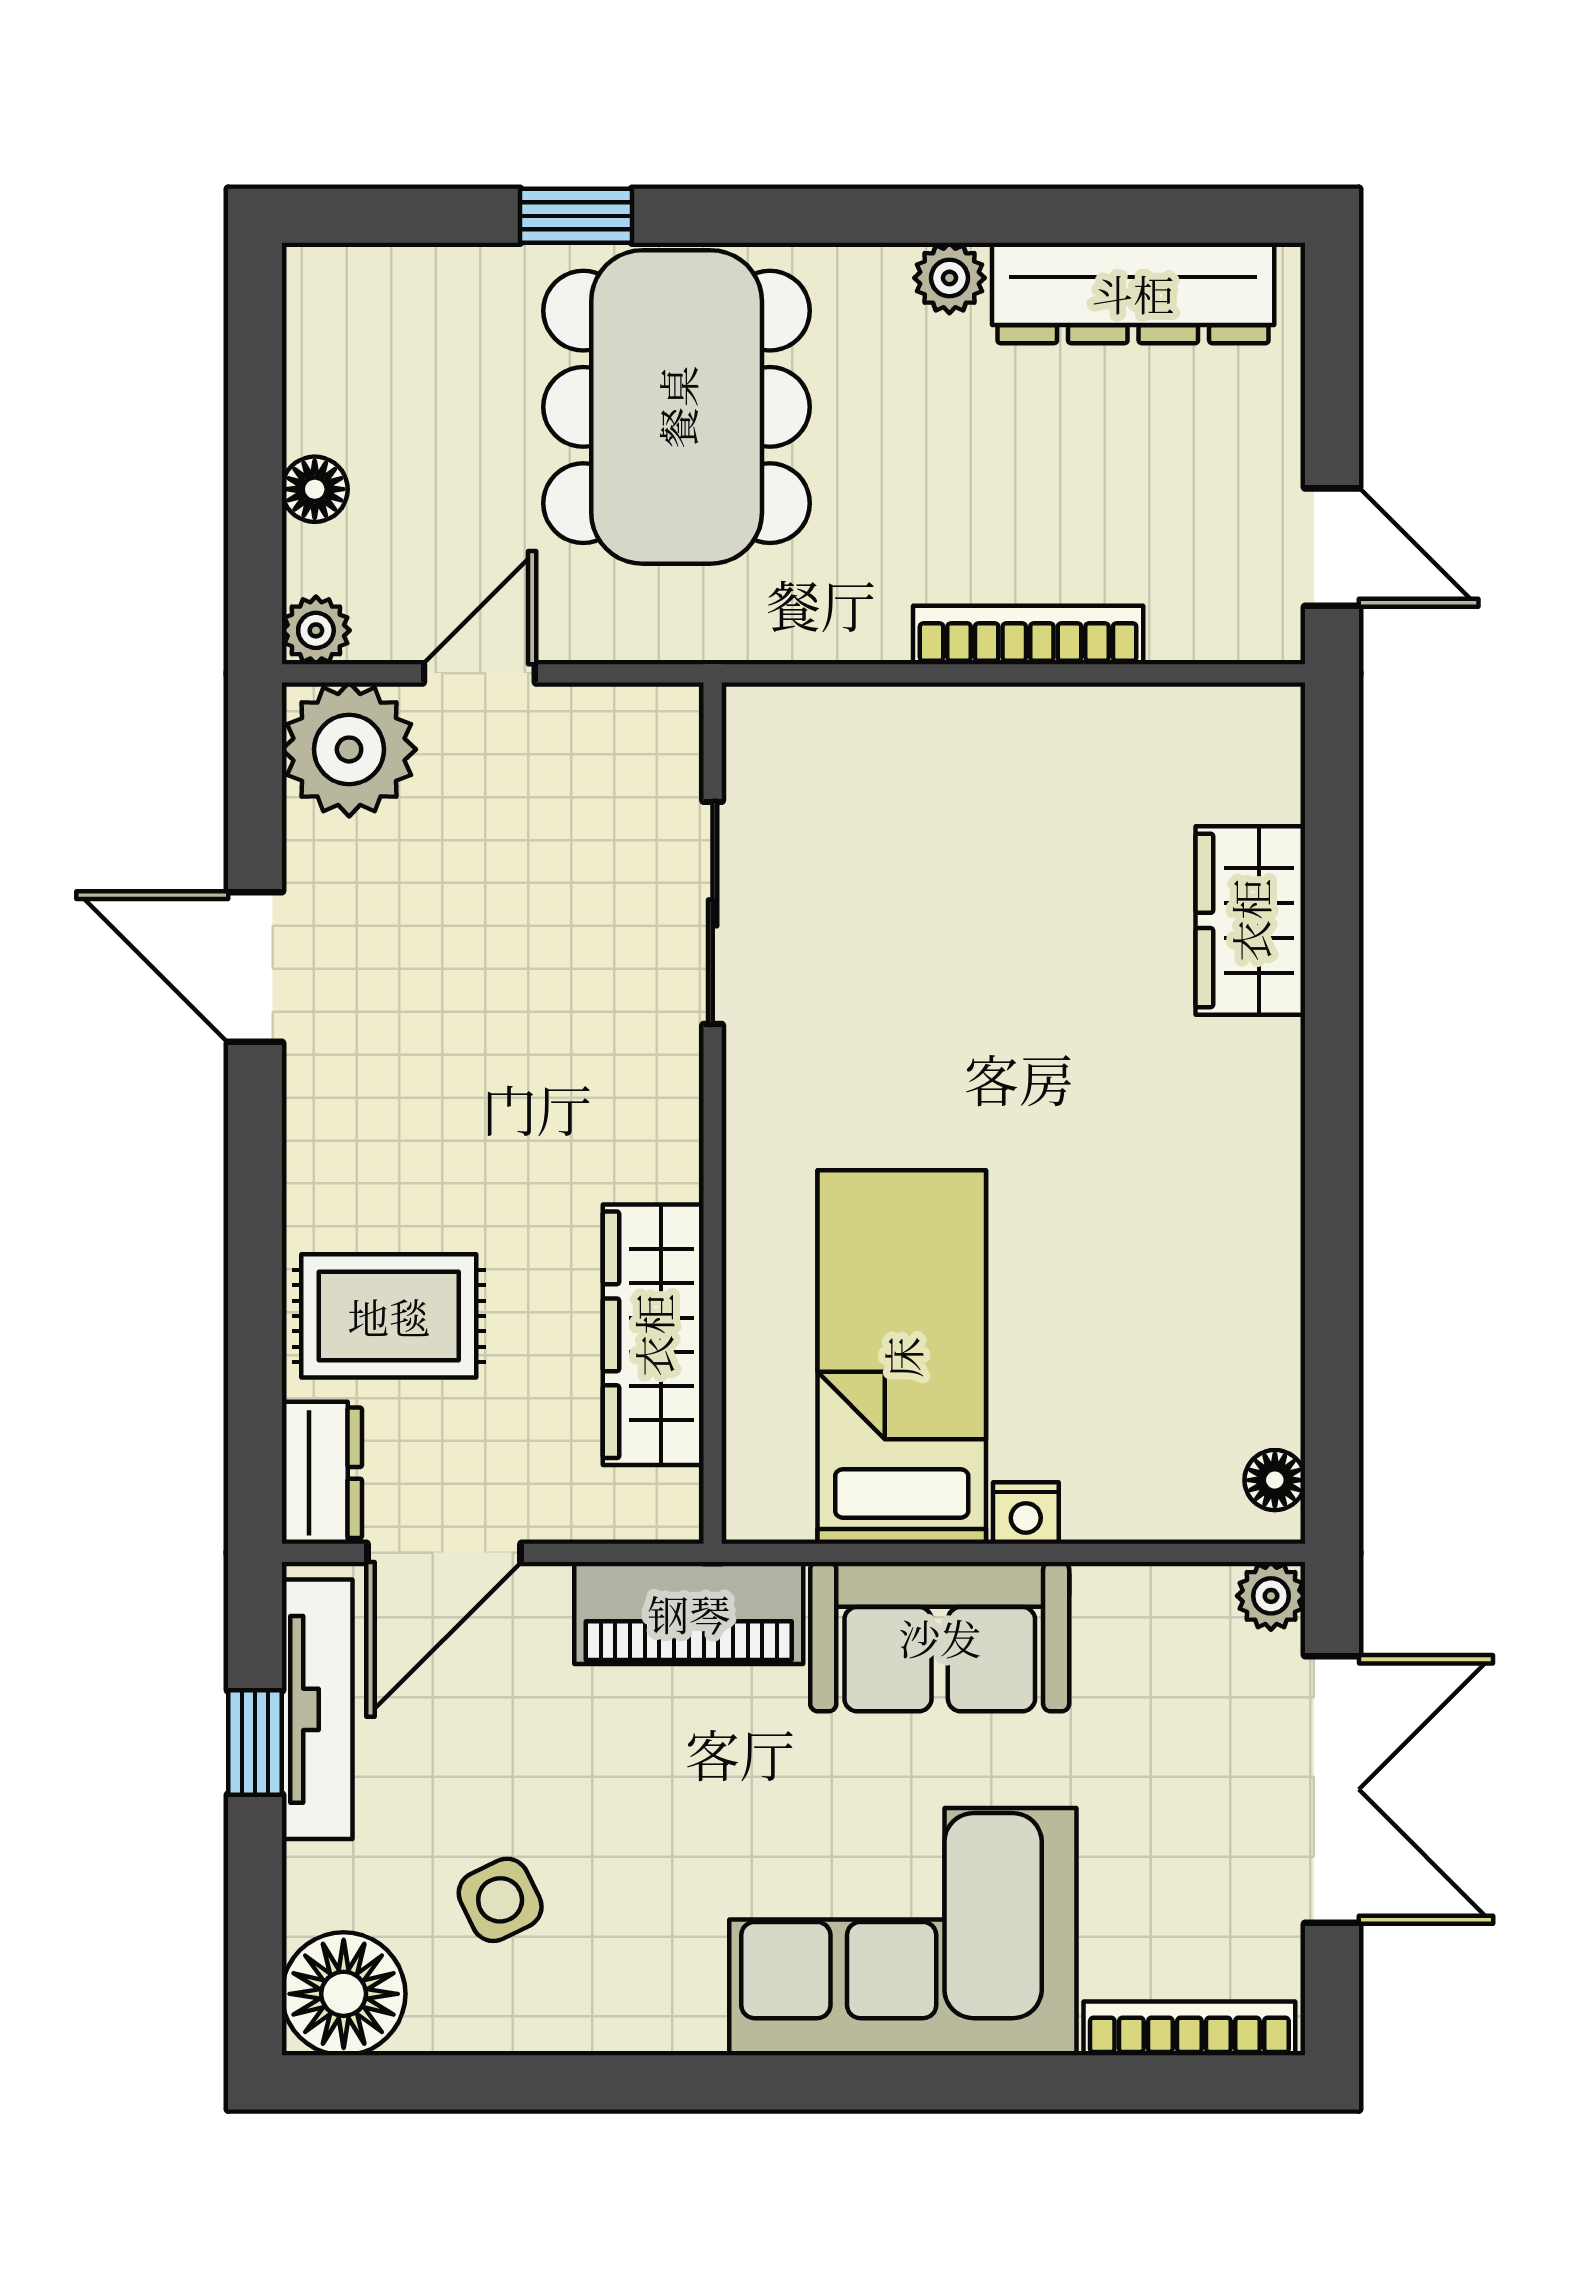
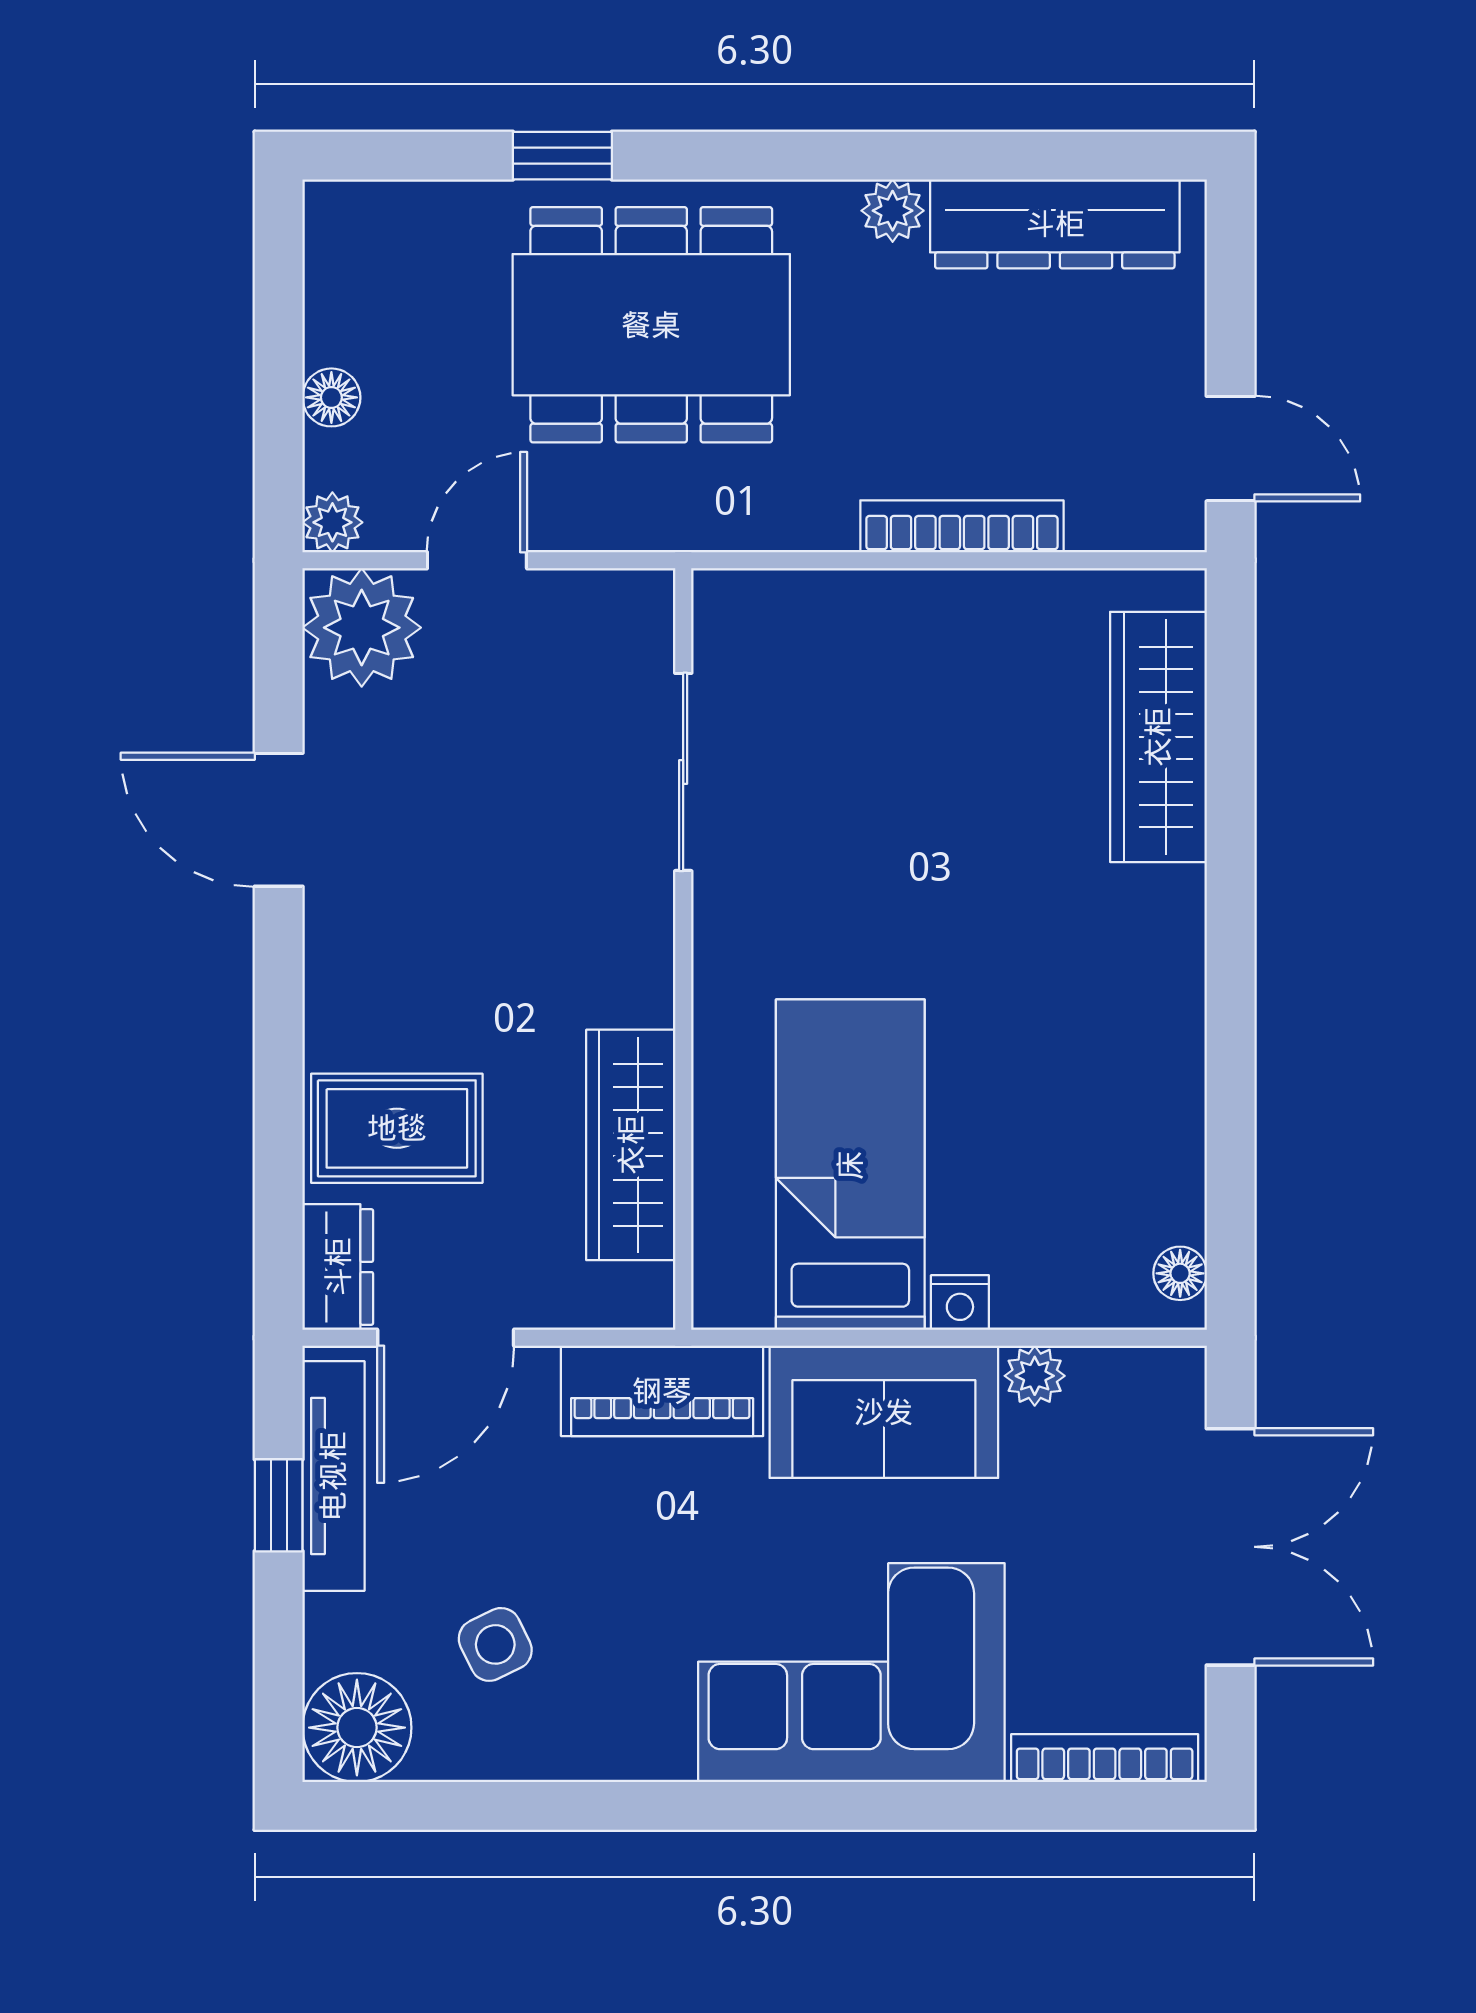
dining table: (677, 407) -> (651, 325), turned 90
wardrobe: (1250, 920) -> (1158, 737), width x1.50
plant: (1271, 1596) -> (1035, 1376), moved

